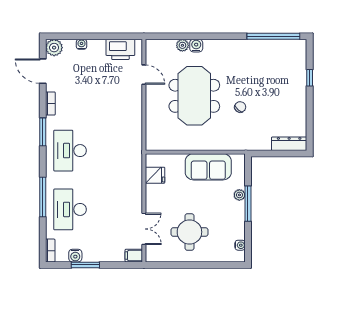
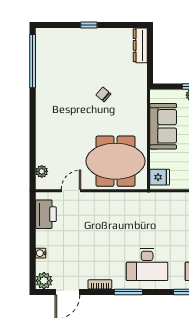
plant: (182, 45) -> (42, 171), moved
water cooler: (196, 46) -> (42, 138), removed
window: (310, 78) -> (89, 25), moved
meeting table: (194, 96) -> (116, 161), moved
fridge: (155, 175) -> (160, 177), moved, turned 90

